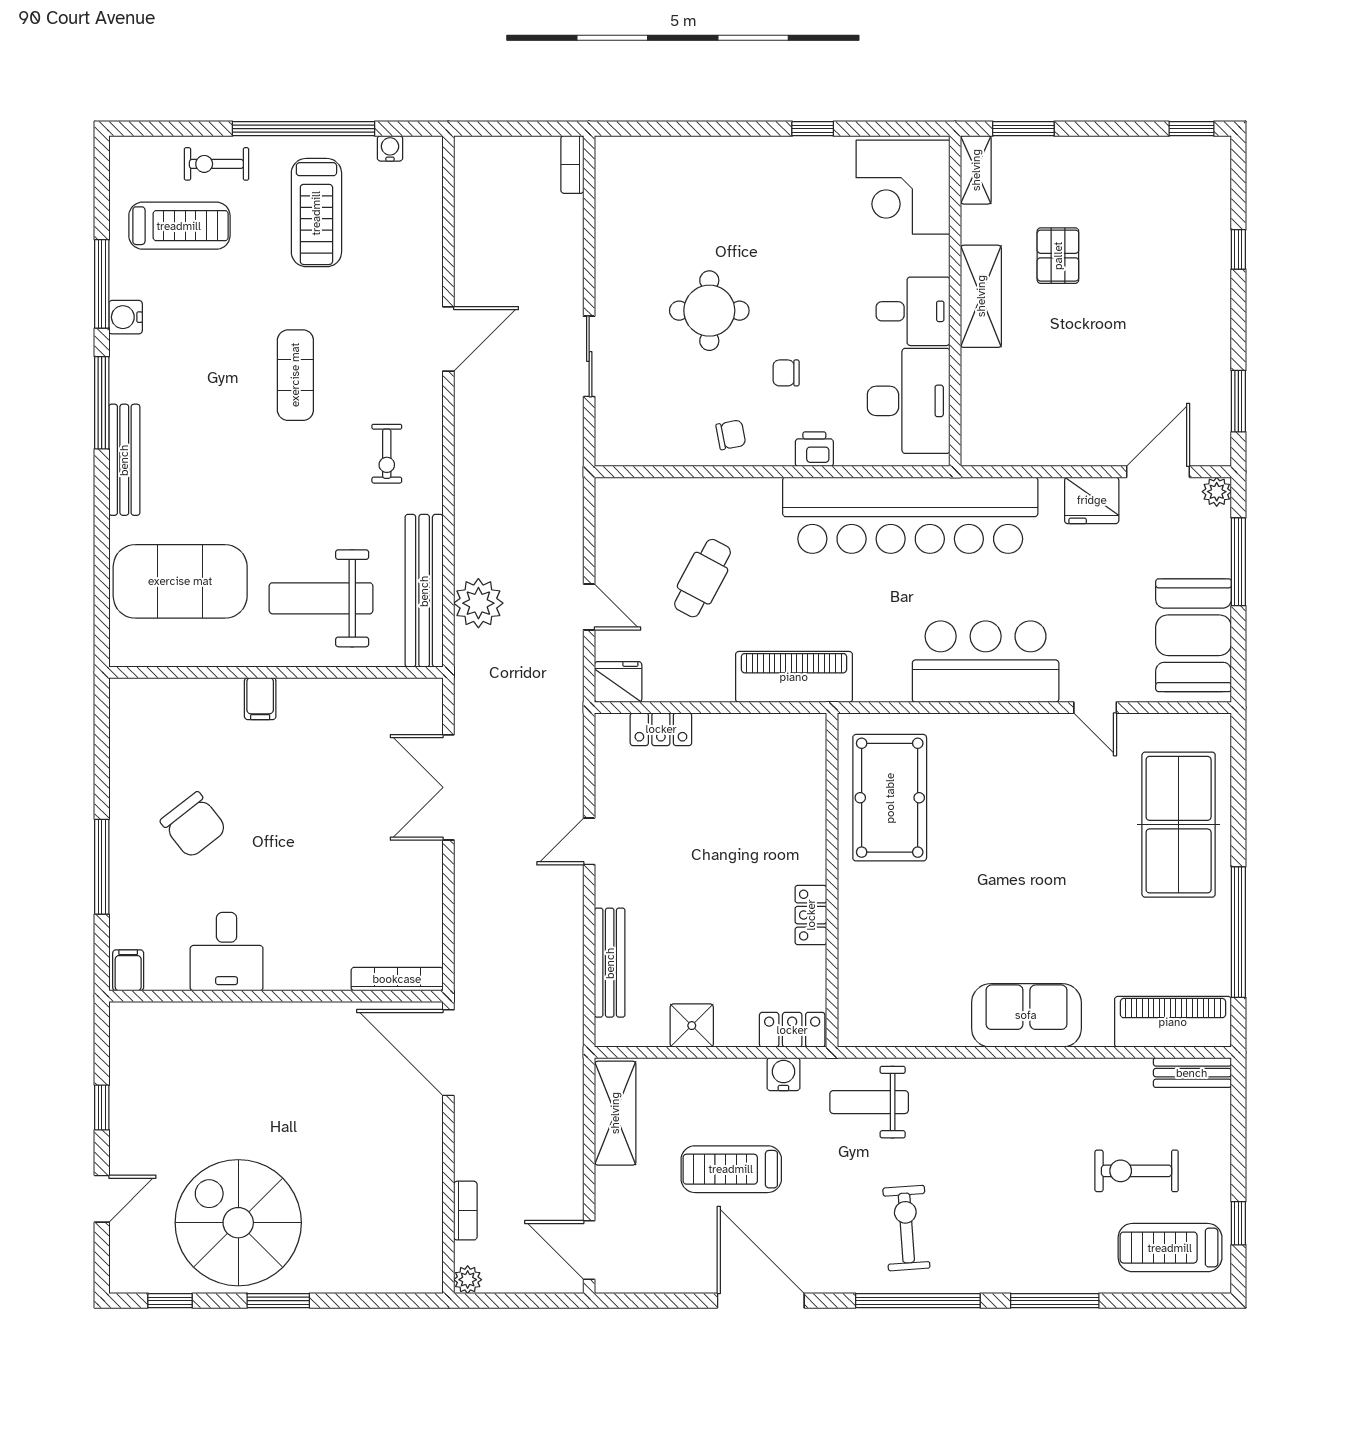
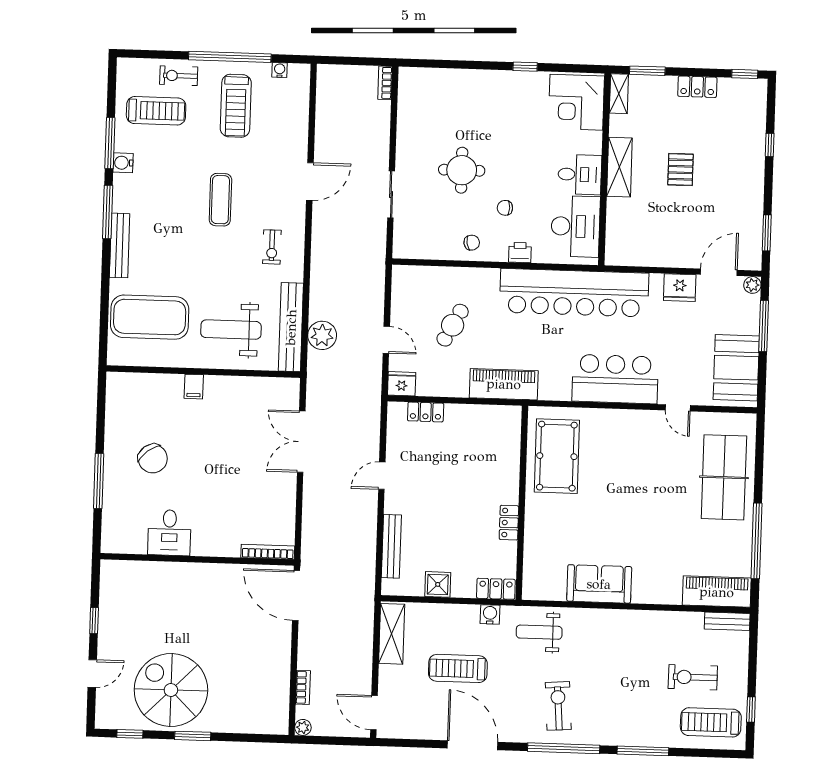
locker: (1111, 153) -> (697, 87), added
pallet: (1058, 256) -> (680, 170), moved
filing cabinet: (128, 970) -> (112, 542), removed
sofa: (1026, 1015) -> (599, 584), moved

